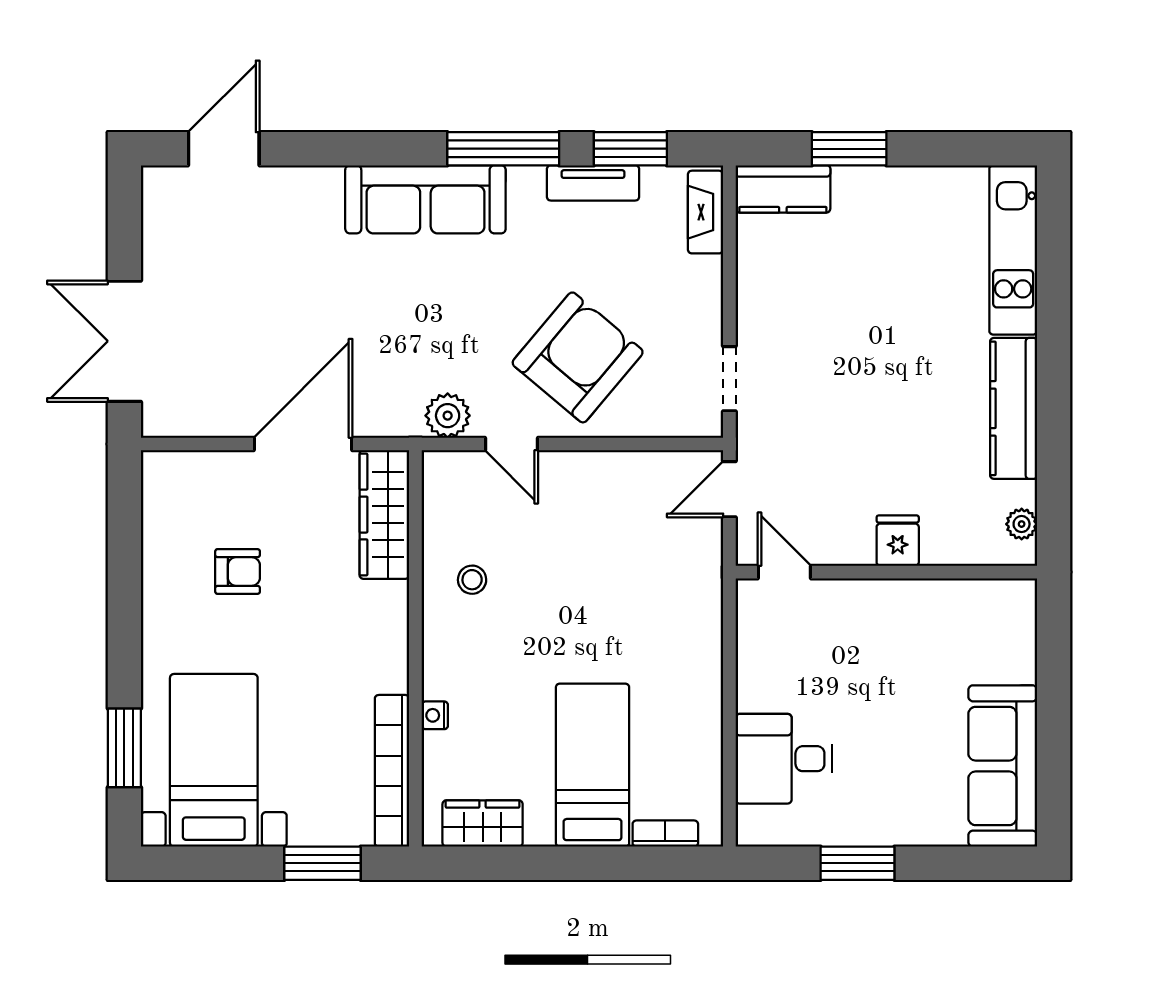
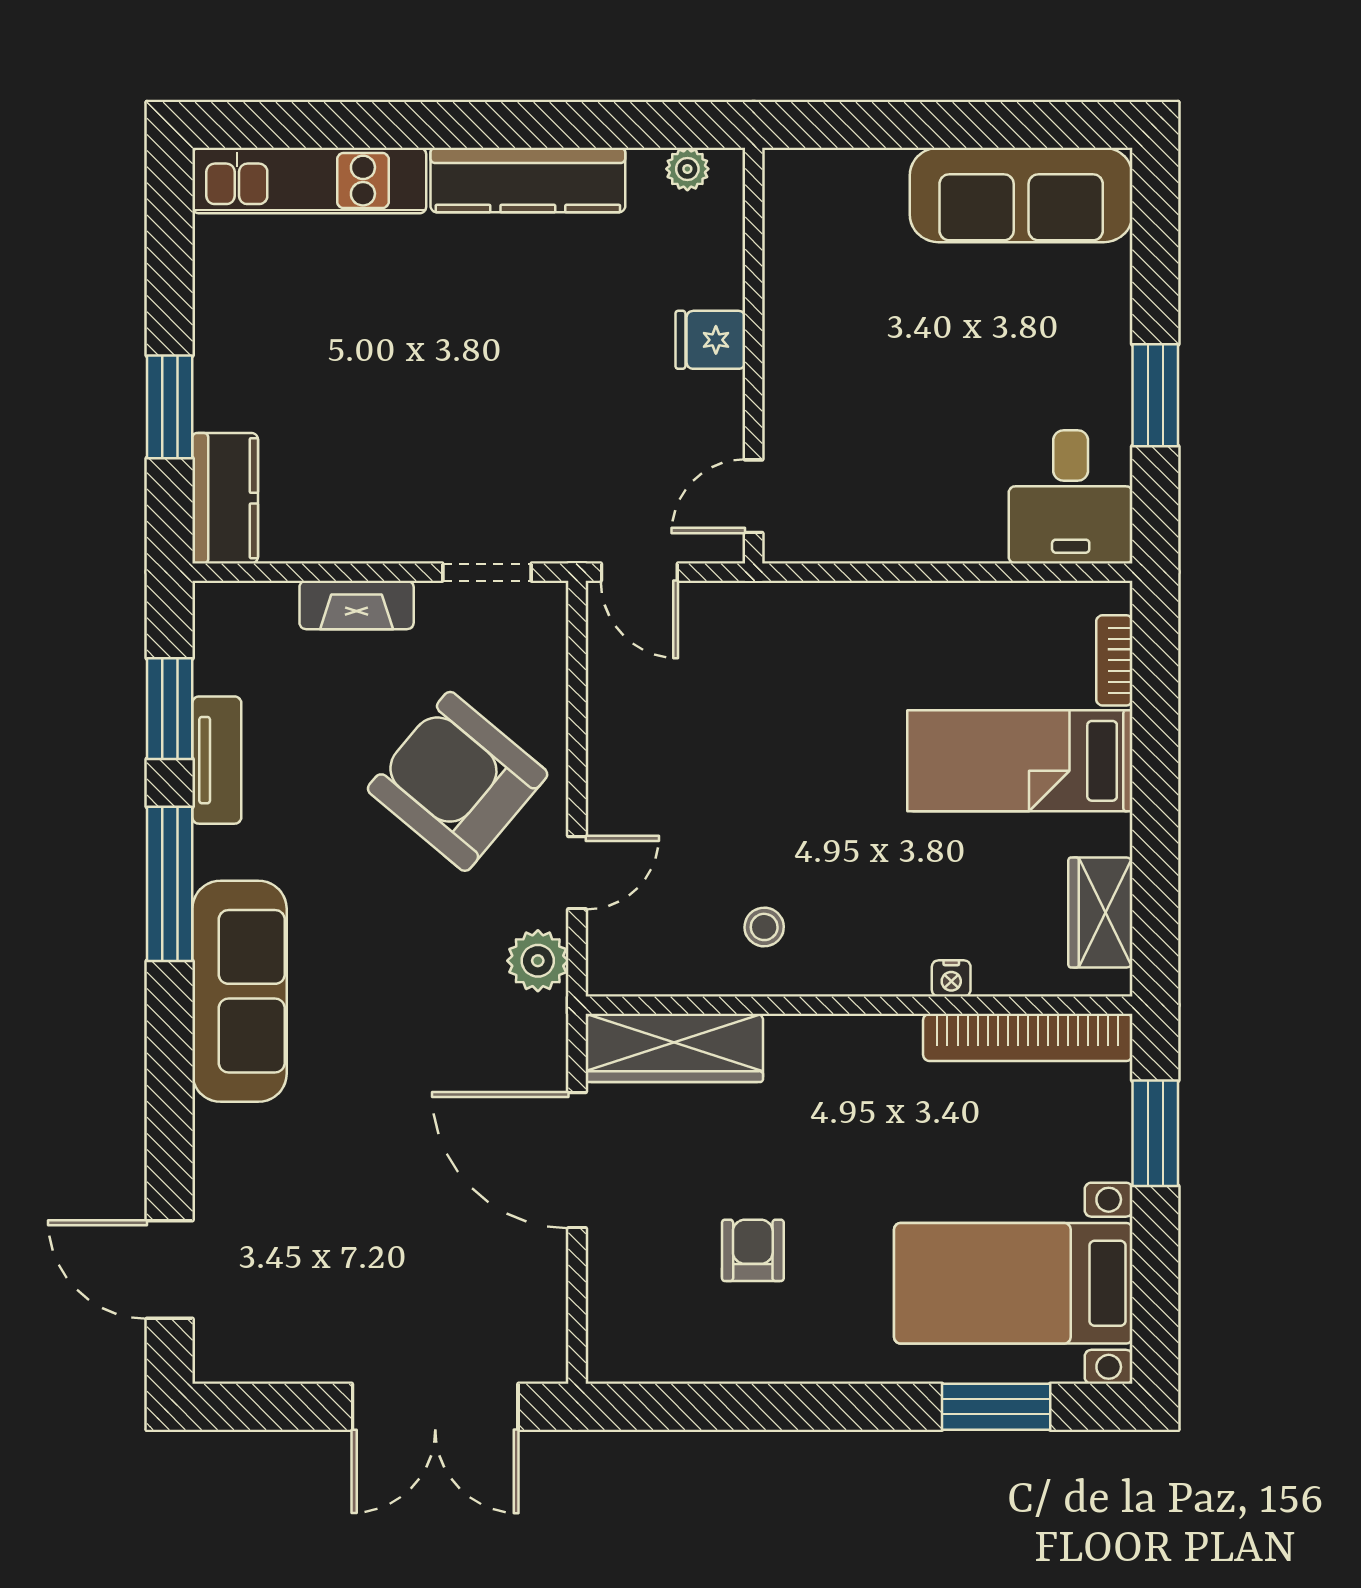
fireplace: (705, 212) -> (357, 605), moved
desk: (784, 759) -> (1071, 497), moved

